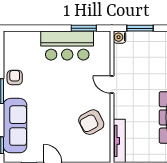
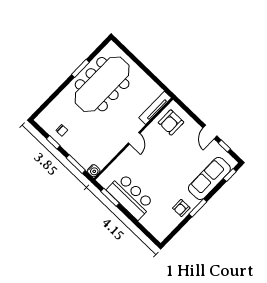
door: (112, 85) -> (134, 138), moved
armchair: (91, 122) -> (171, 122), moved, turned 118

